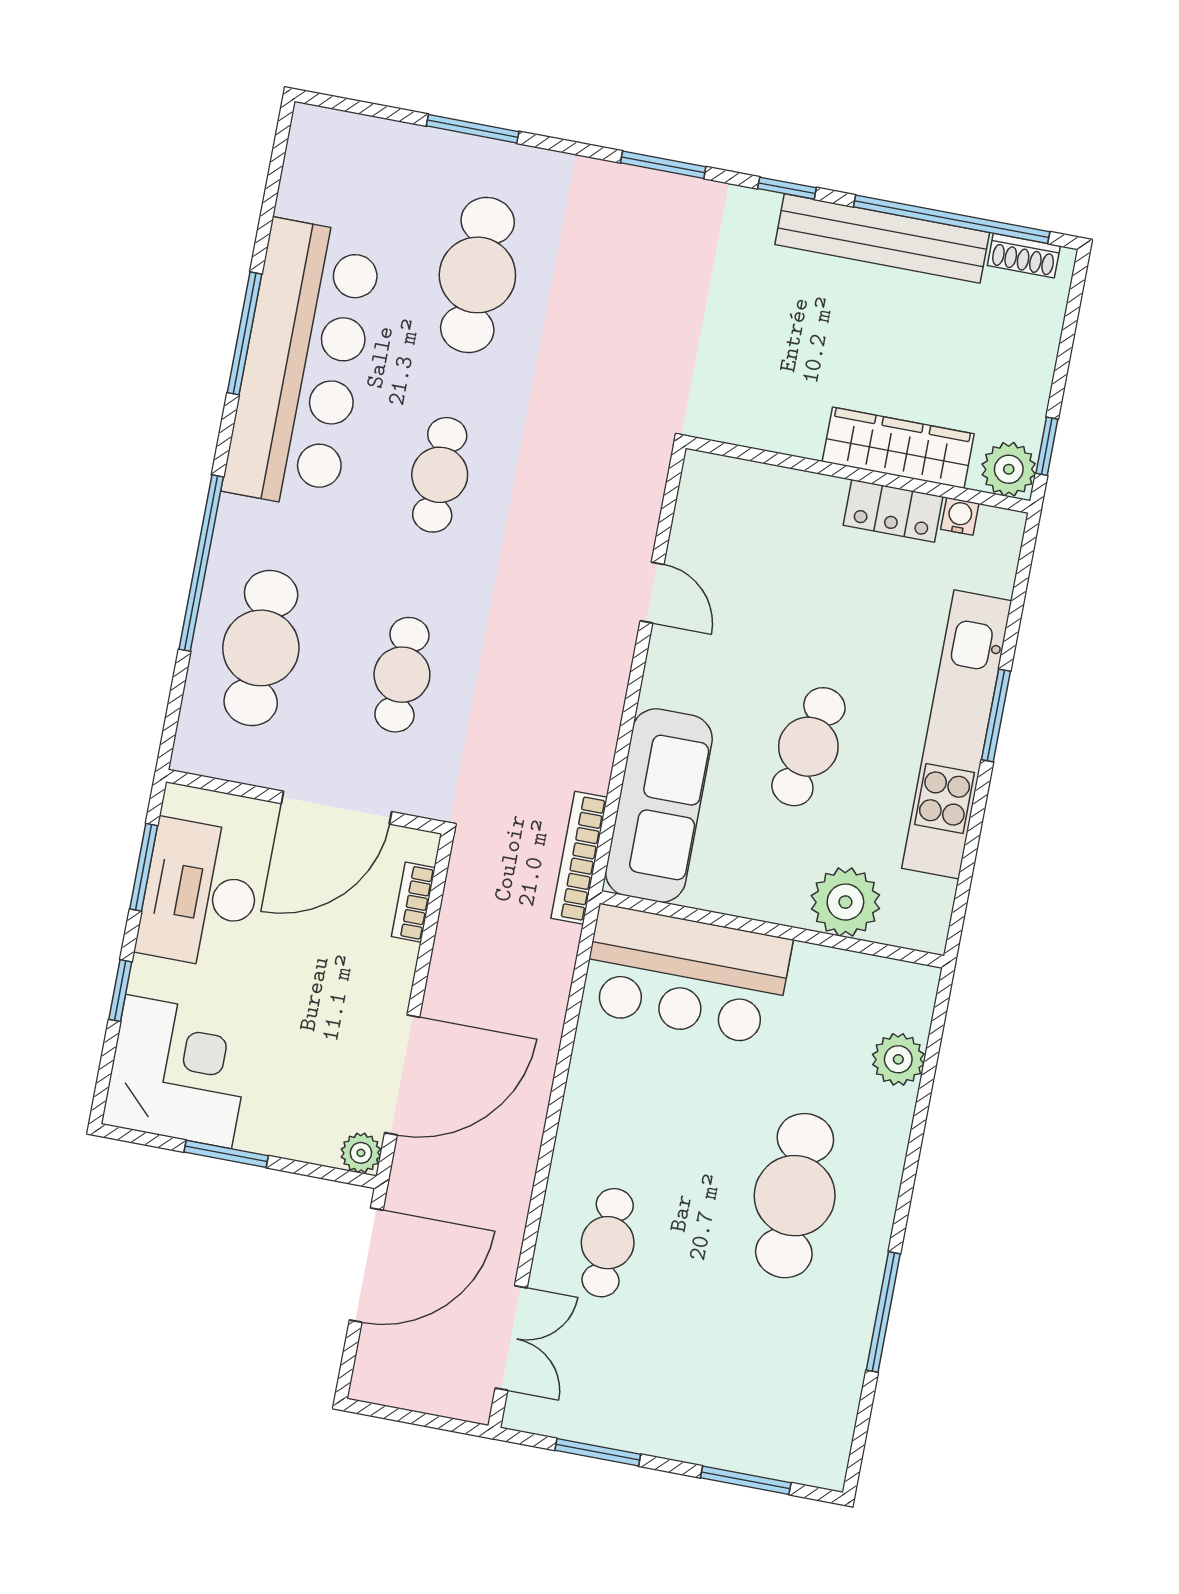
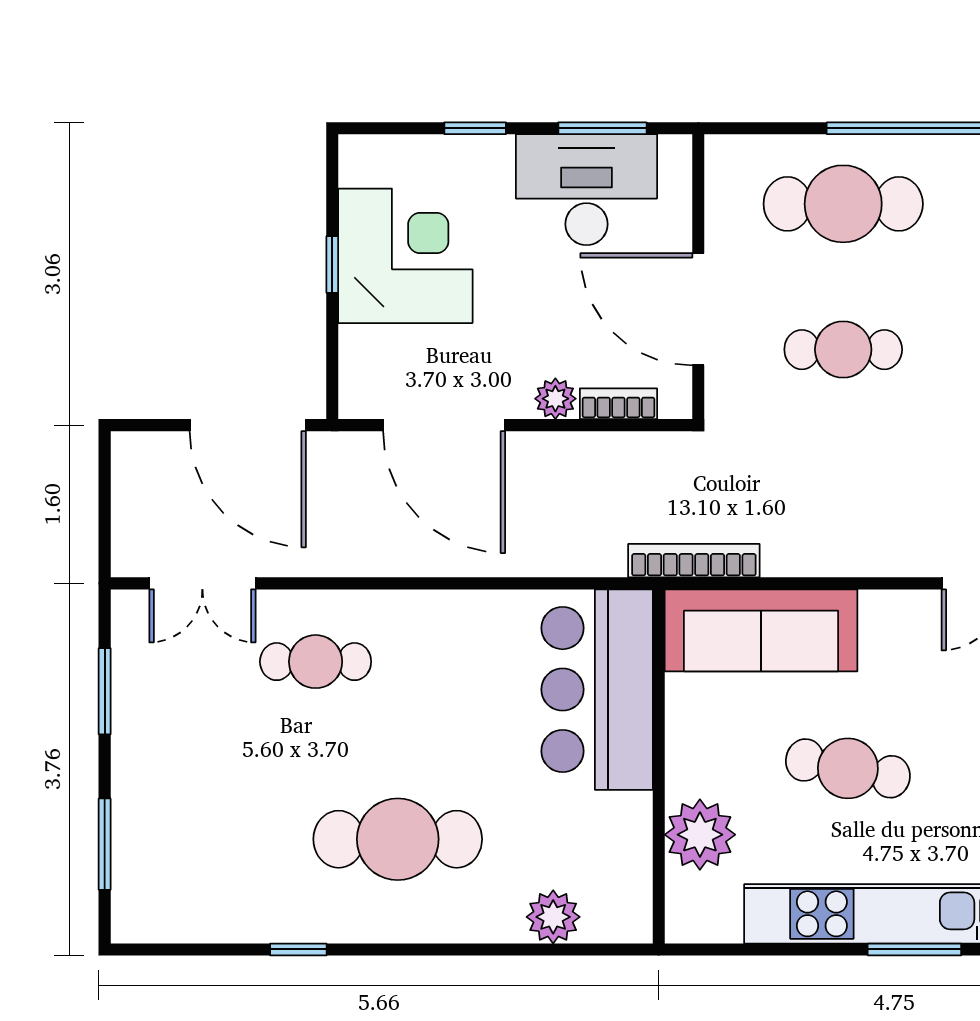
corner desk: (178, 1071) -> (405, 256), moved, turned -90
plant: (361, 1153) -> (555, 399), moved
window: (226, 1154) -> (332, 265), width x0.67
window: (883, 1312) -> (298, 949), width x0.46

